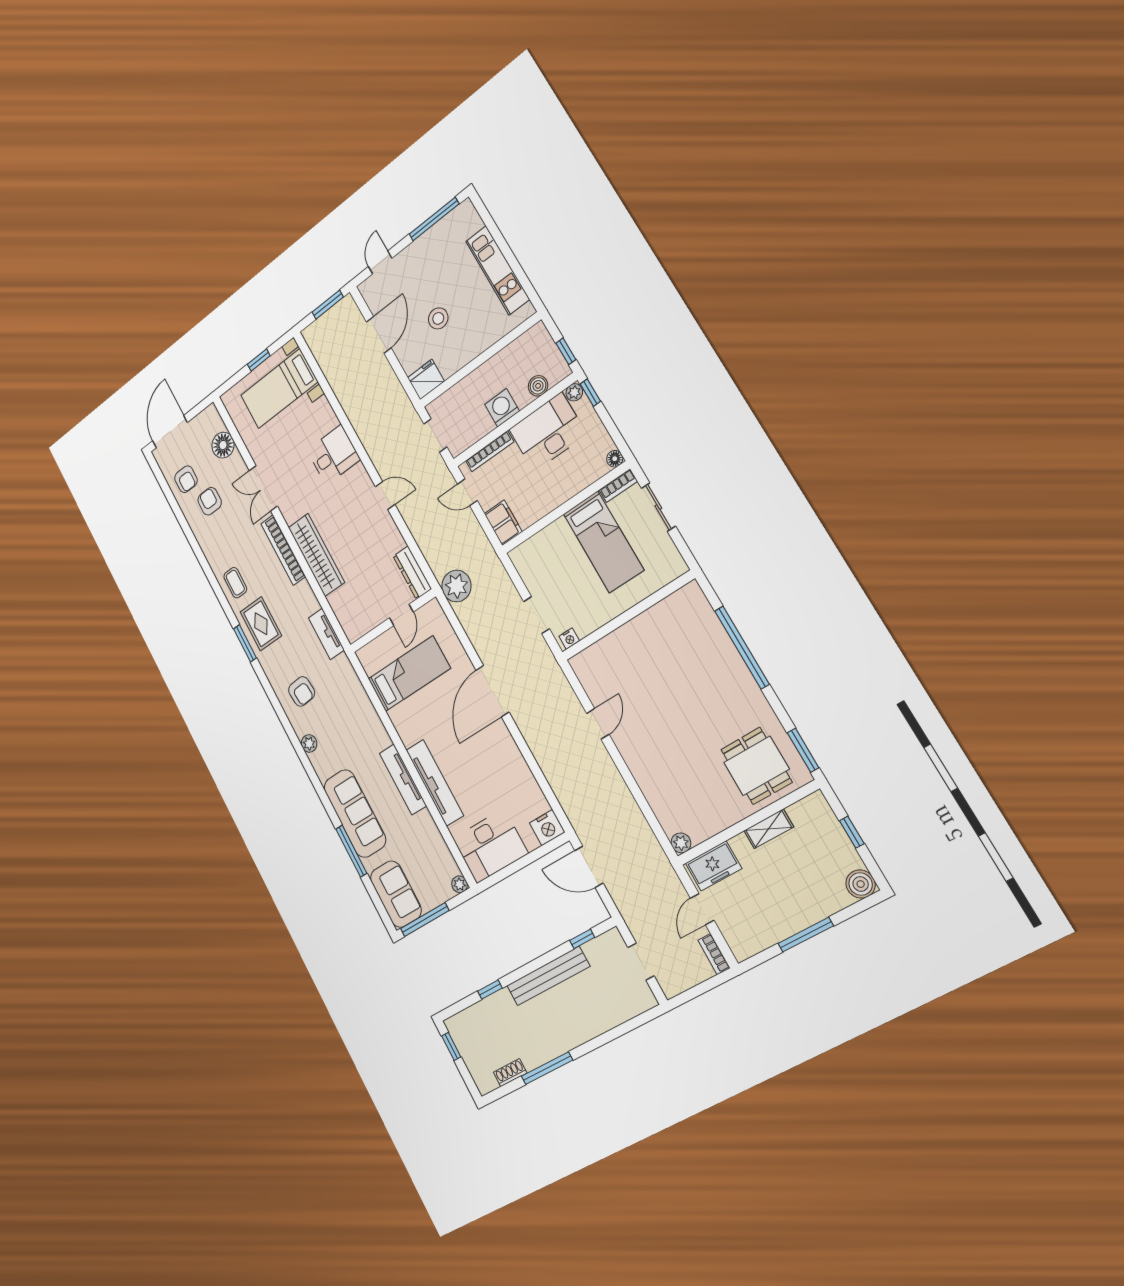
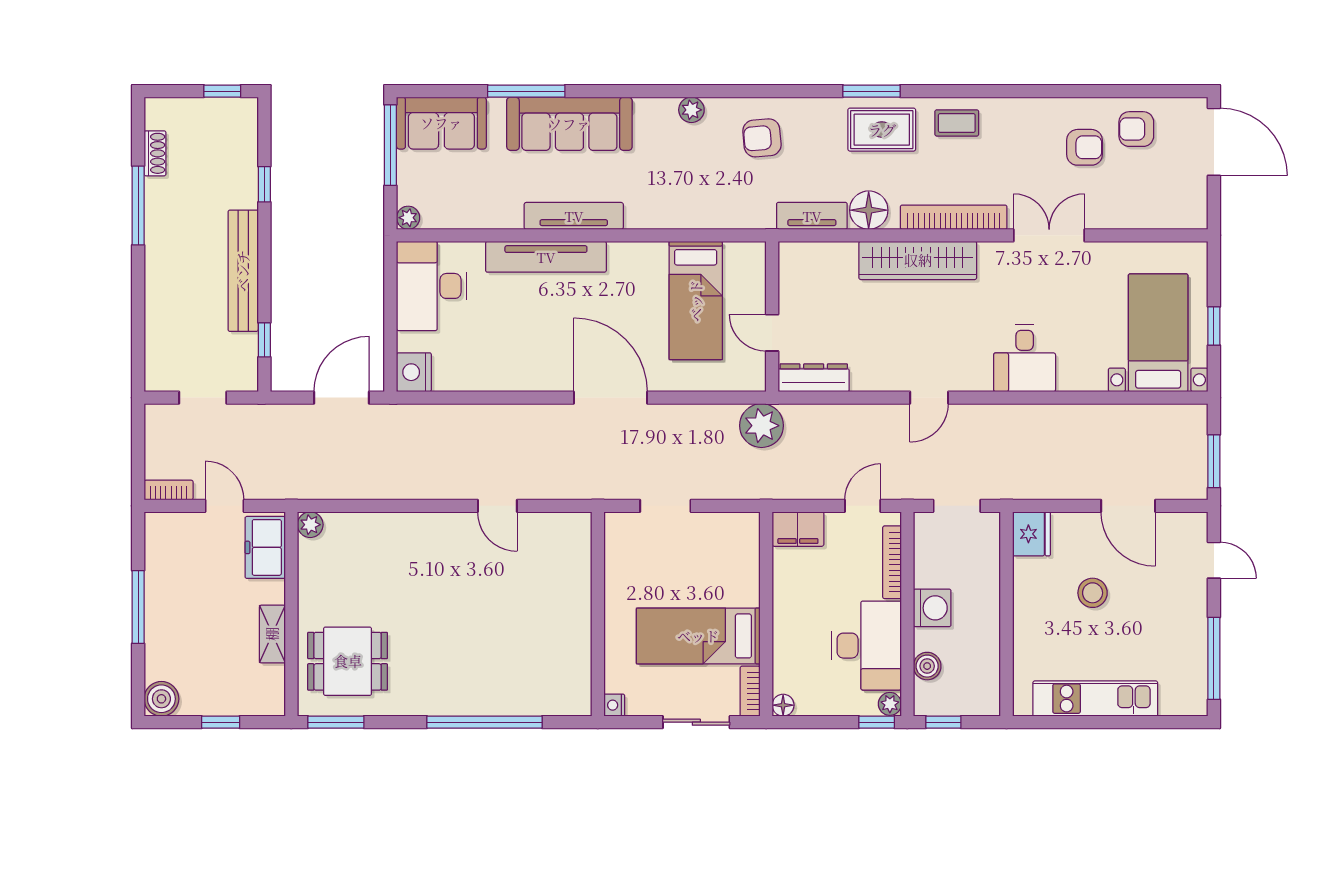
floor lamp: (223, 445) -> (869, 210), moved
nightstand: (569, 639) -> (614, 705), moved

